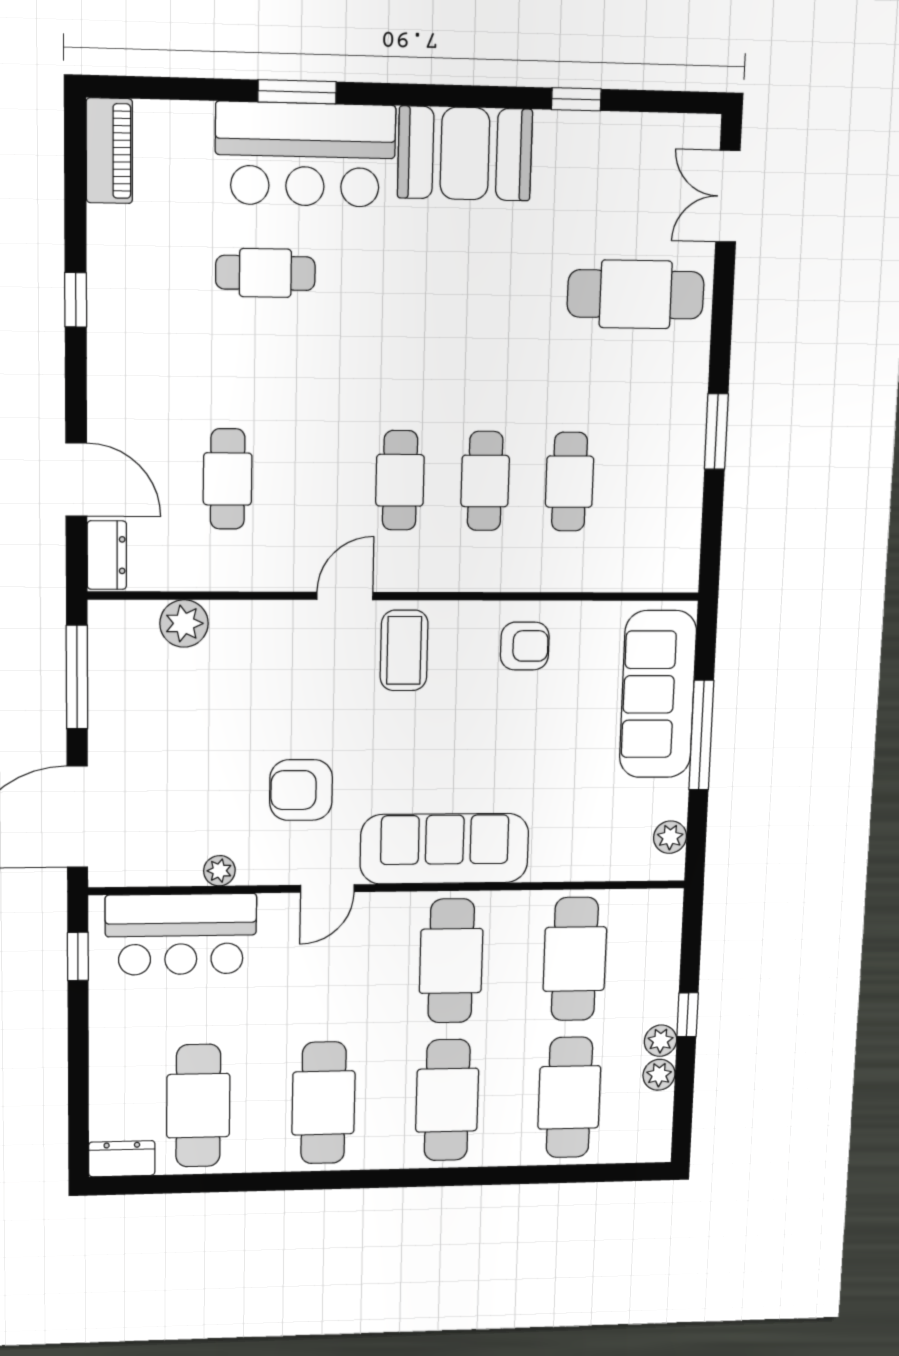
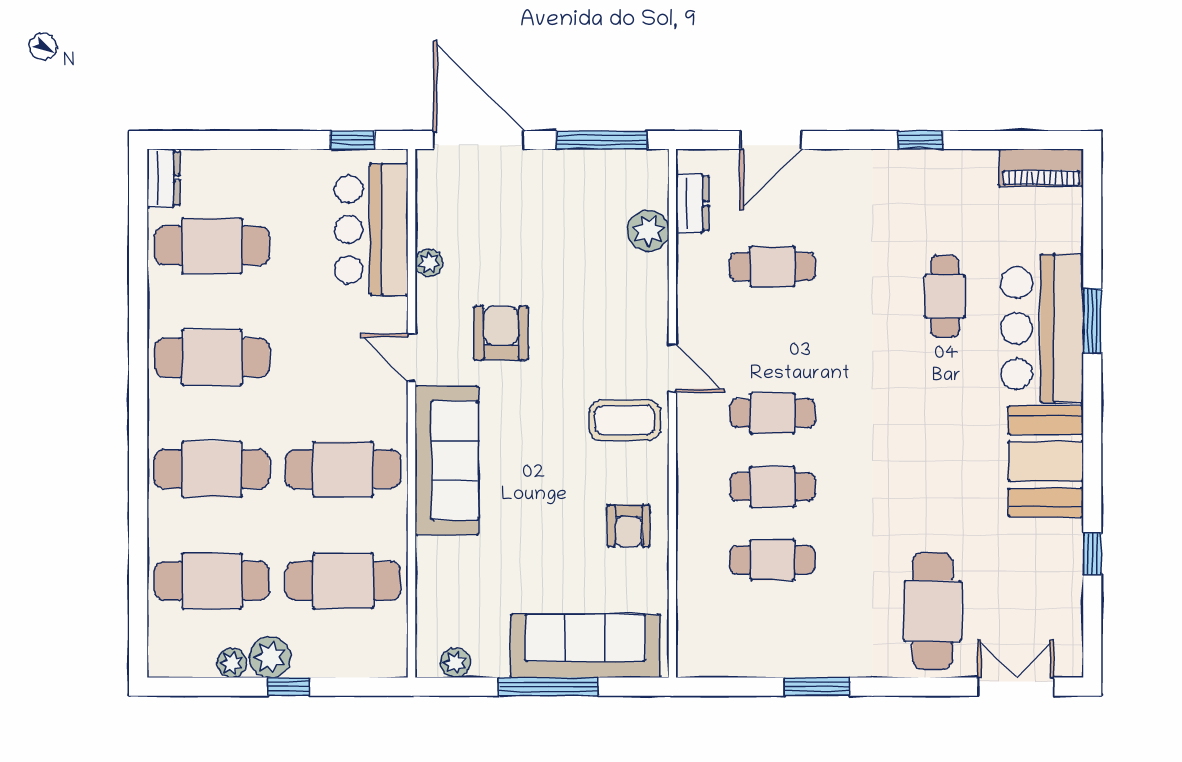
dresser: (107, 555) -> (692, 204), moved, turned -90
plant: (660, 1041) -> (270, 657), width x1.38, depth x1.38

